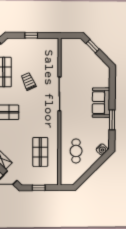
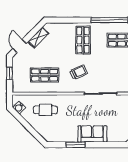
trolley: (28, 81) -> (79, 72), moved
water cooler: (102, 149) -> (19, 108), moved

